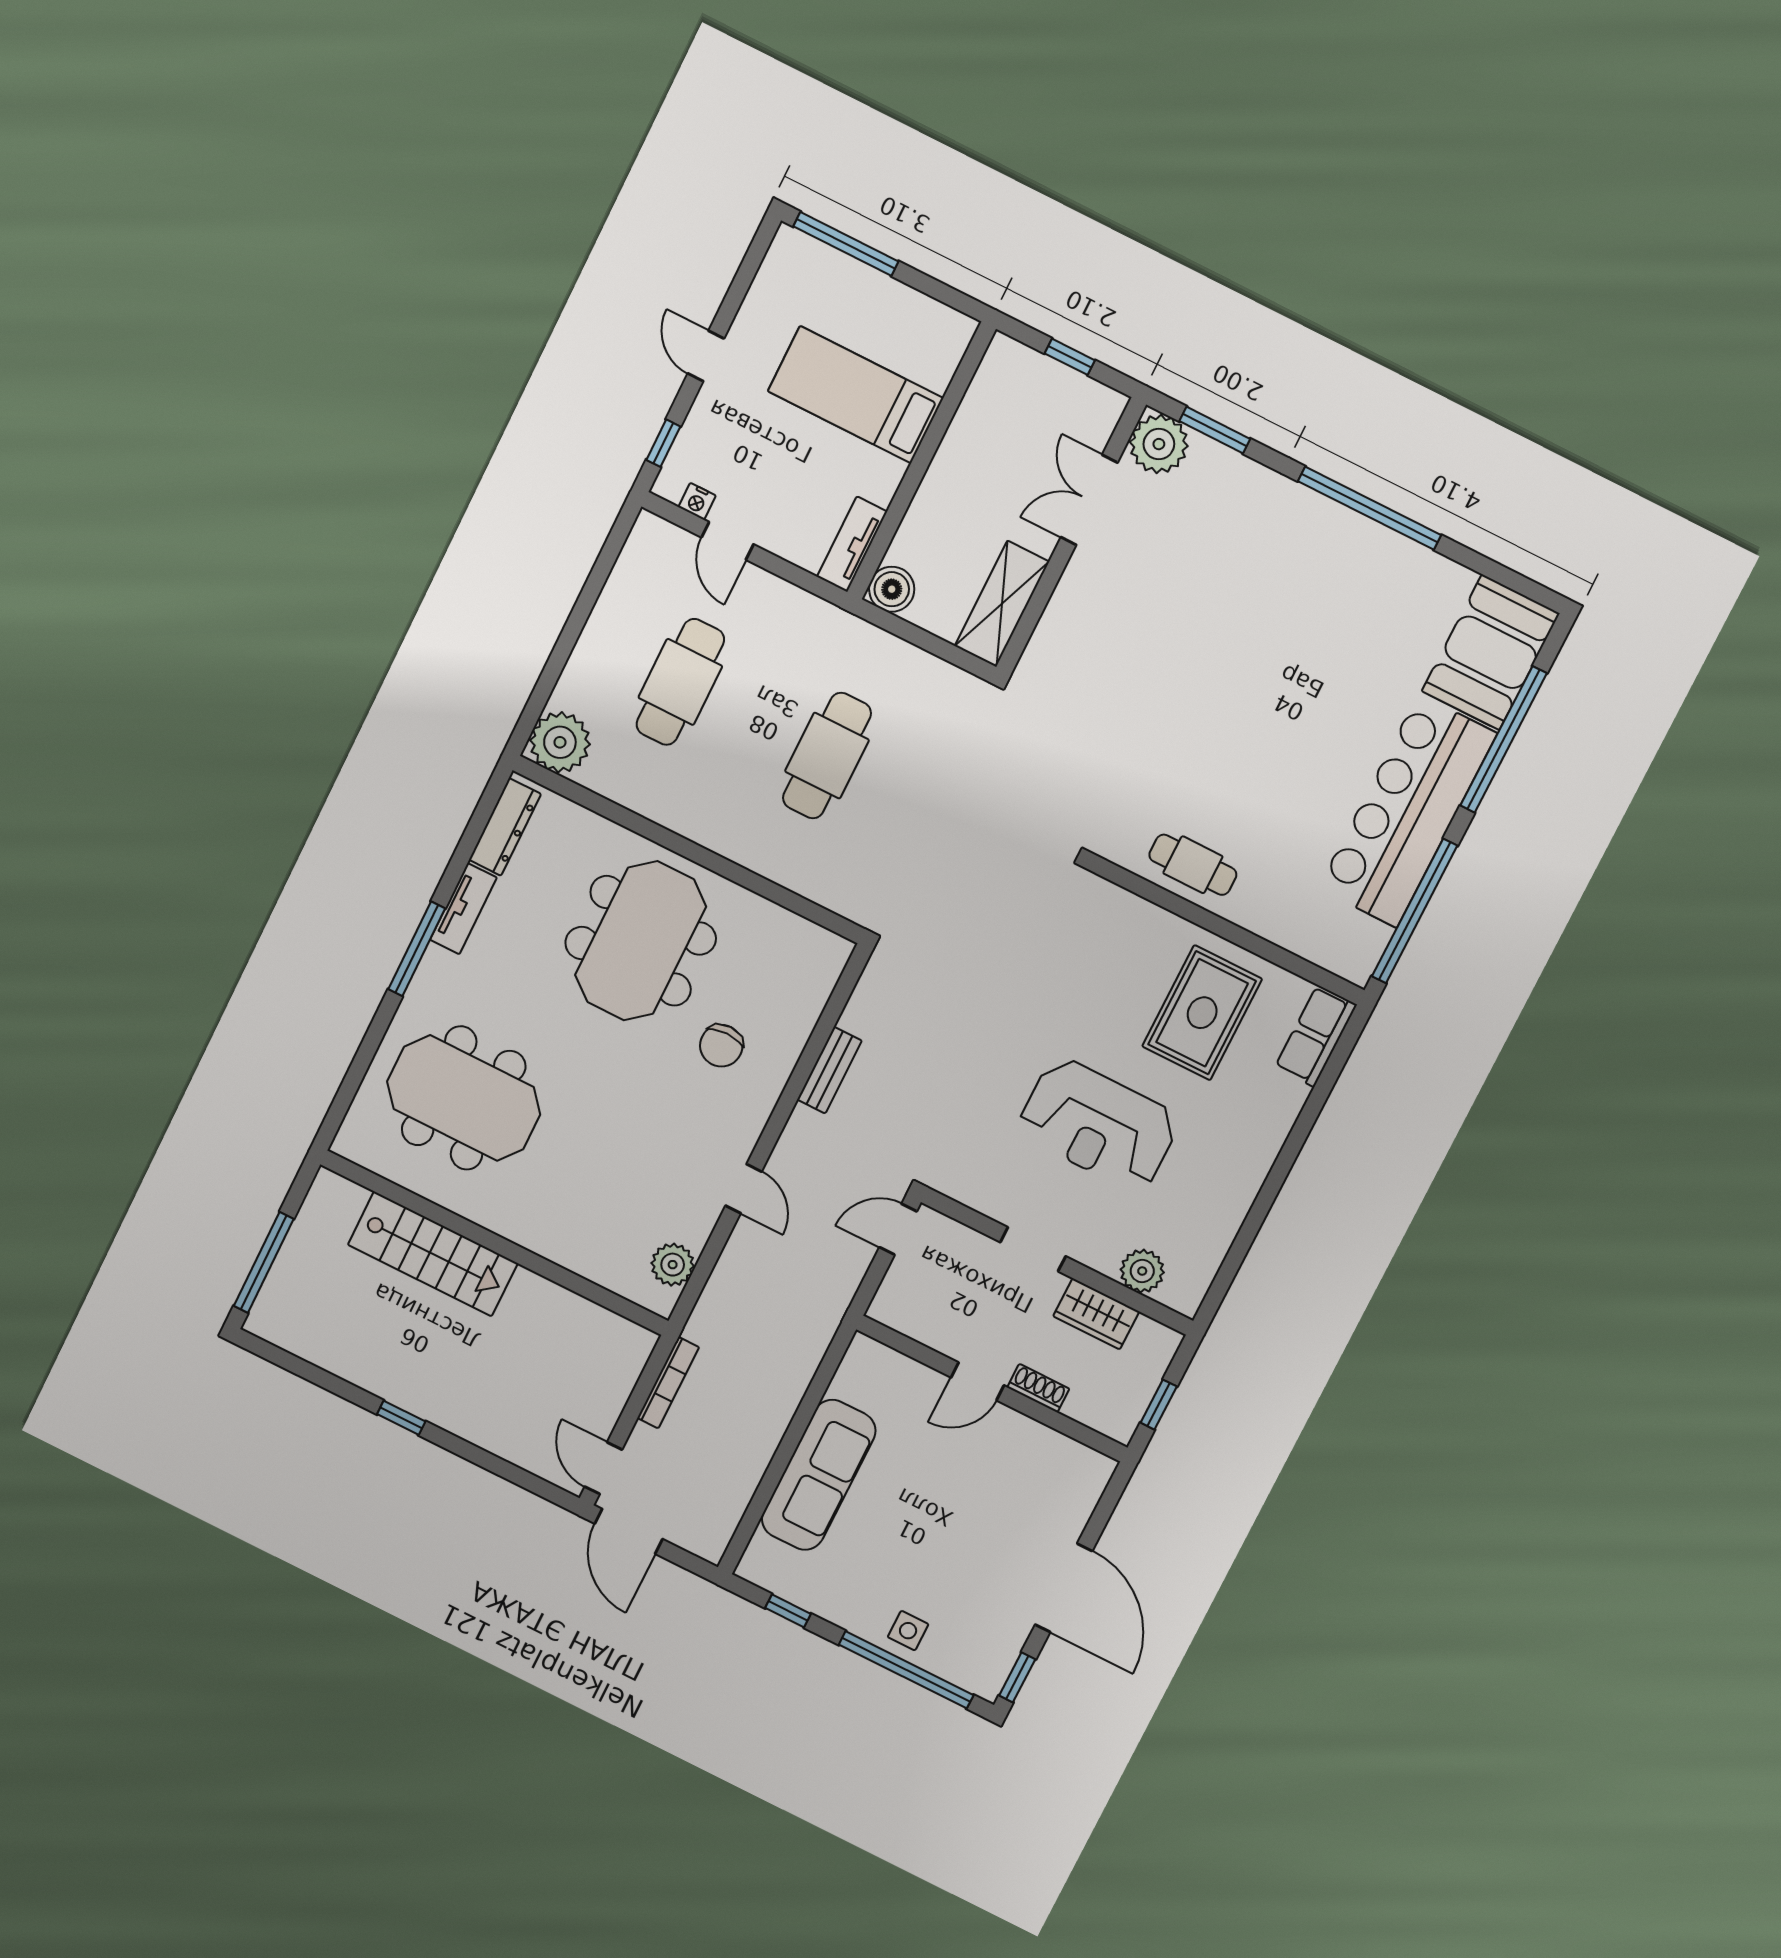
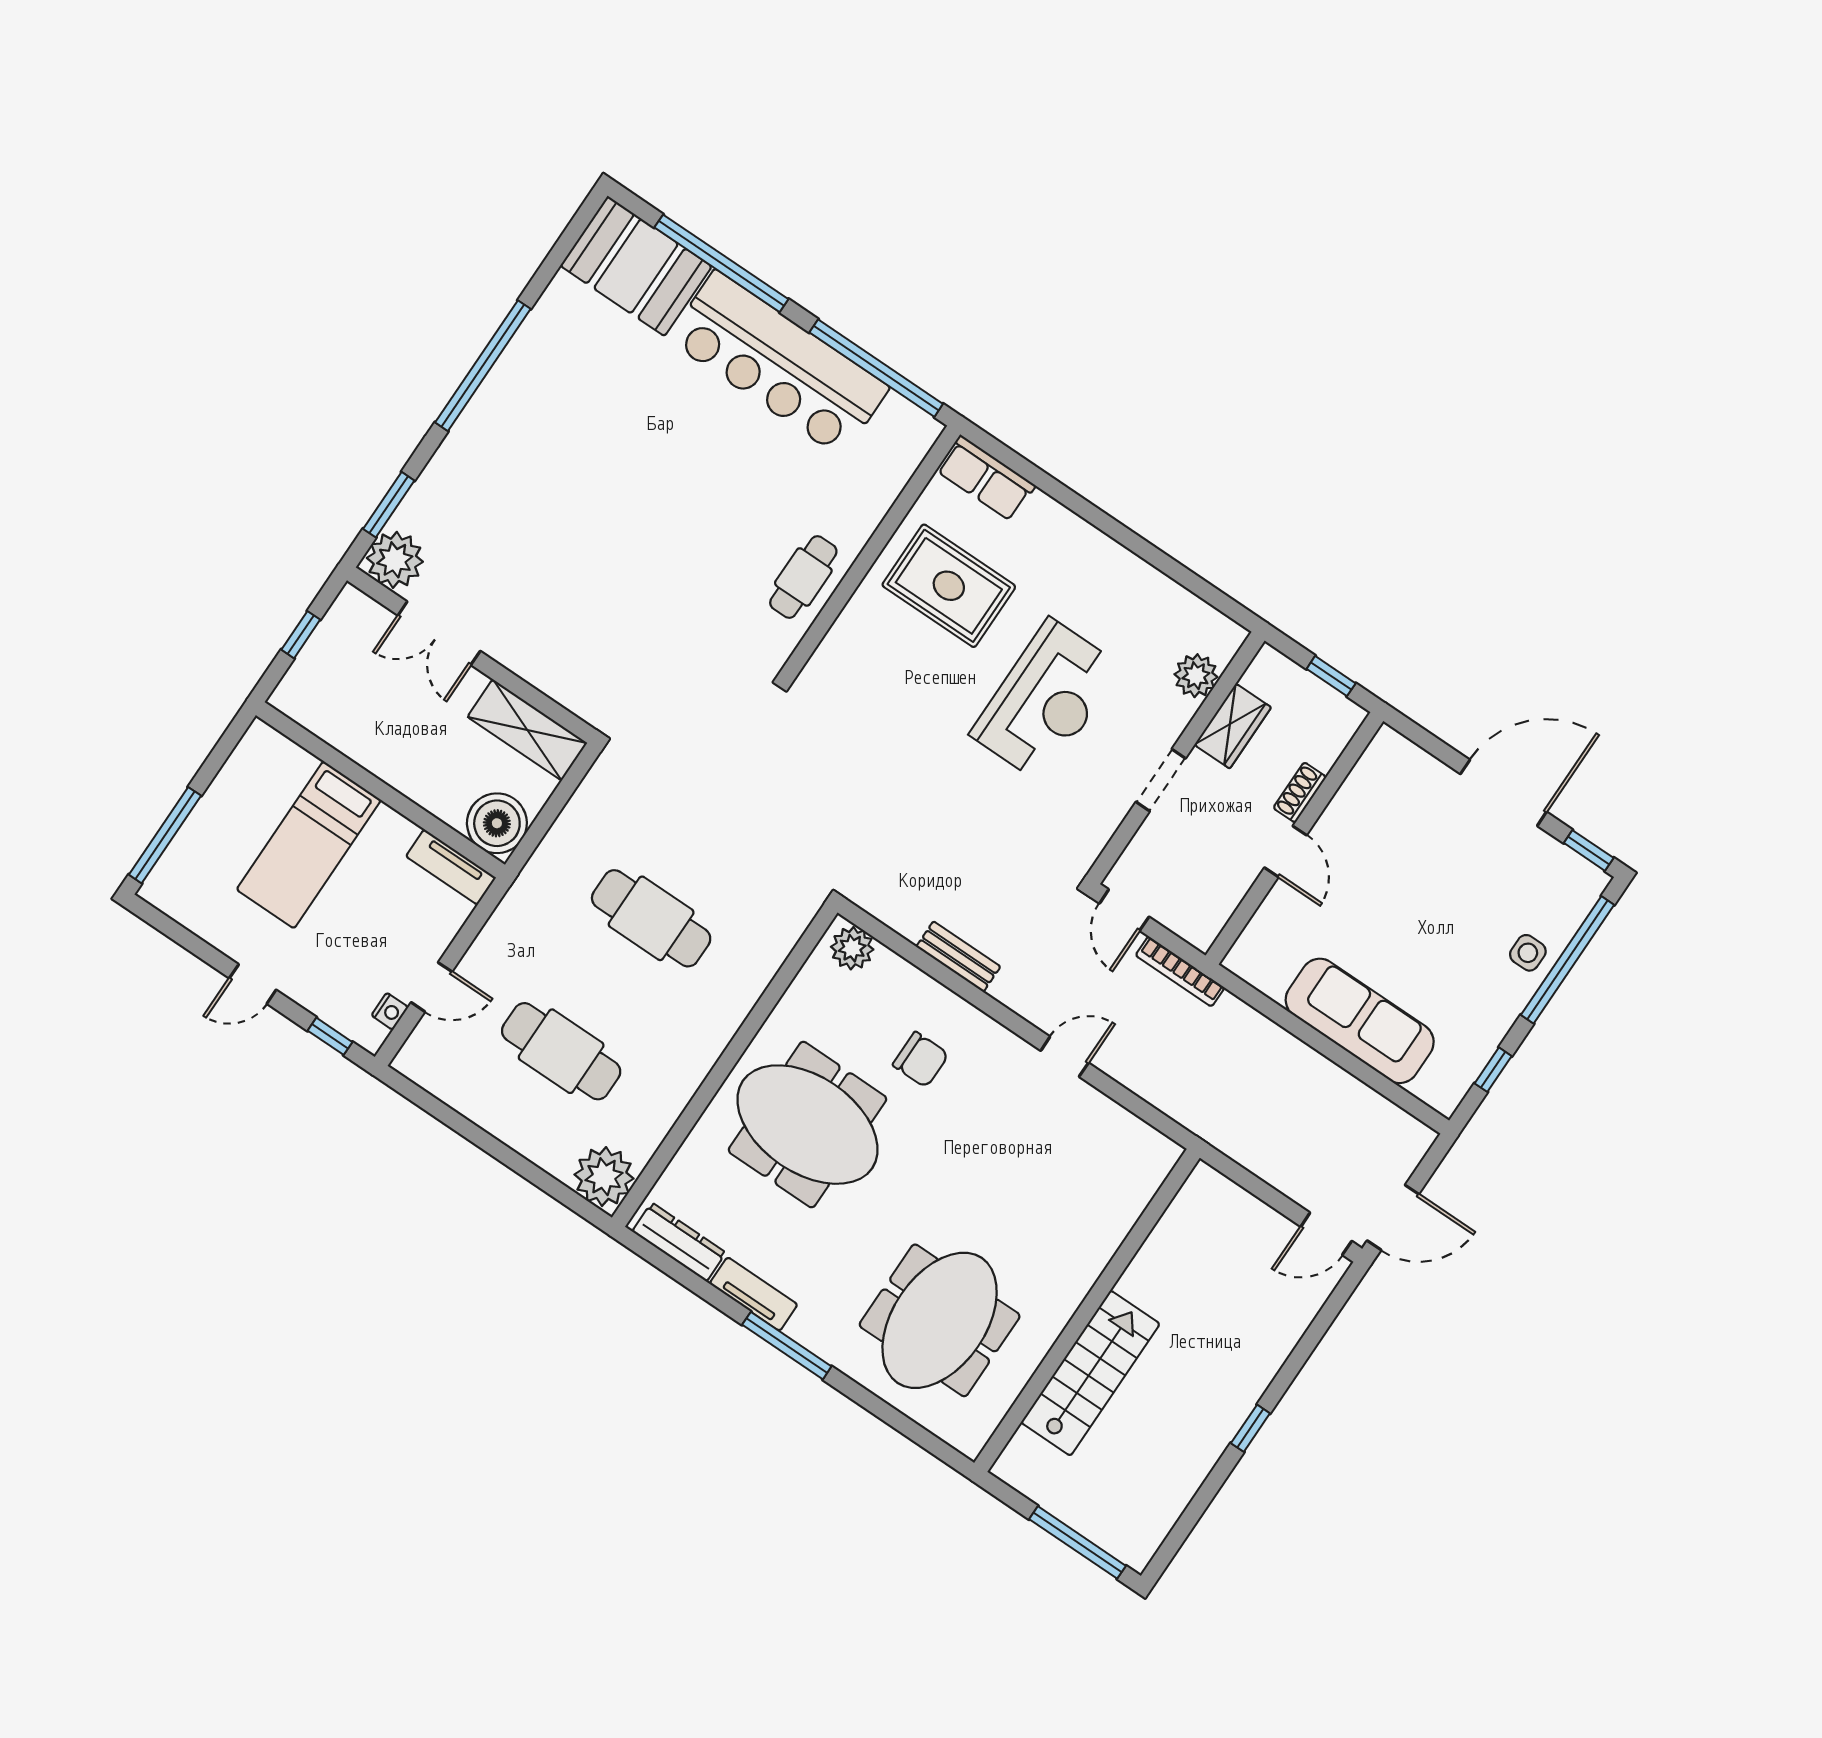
boiler: (892, 589) -> (497, 823), width x1.37, depth x1.37
plant: (673, 1265) -> (852, 948), moved
bookcase: (668, 1383) -> (1180, 971), moved, turned 180

